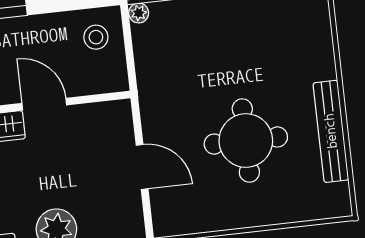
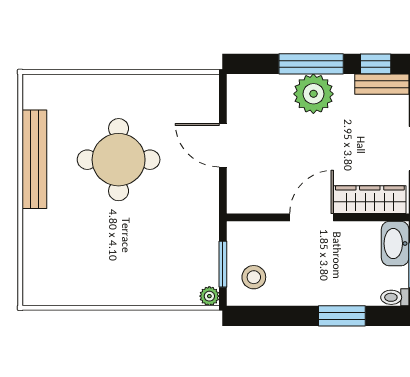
window: (129, 47) -> (223, 264), added
door: (44, 104) -> (312, 217), swing flipped

